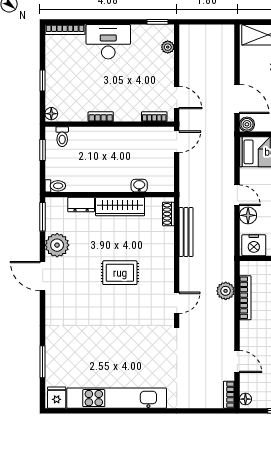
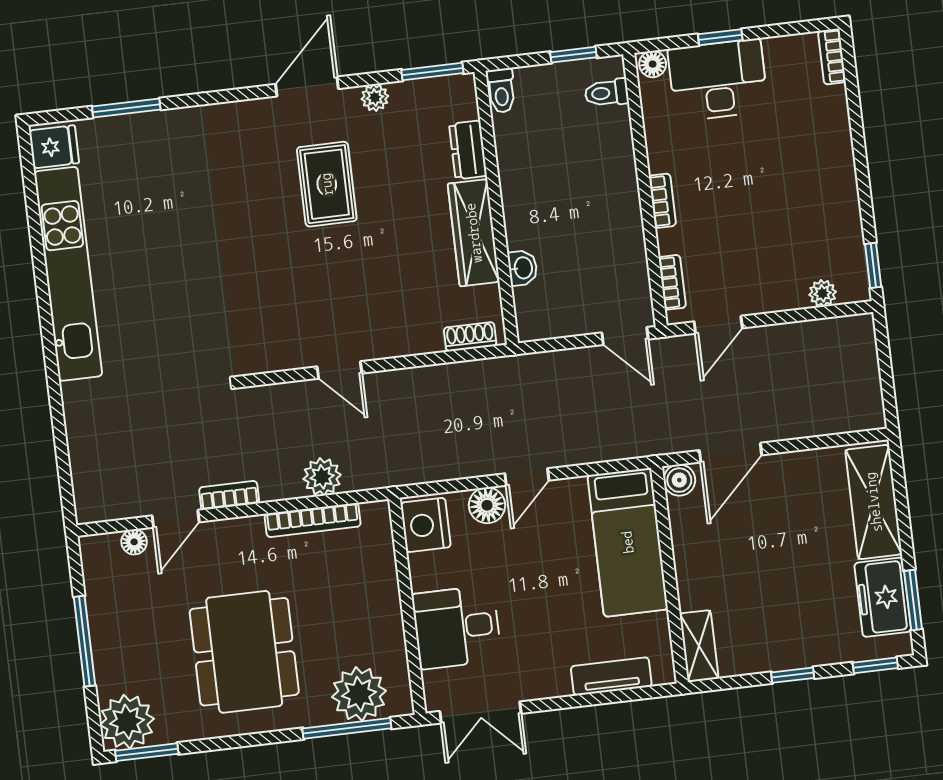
bookcase: (65, 29) -> (832, 57), width x0.64
desk: (108, 42) -> (718, 80), moved, turned -90
bookcase: (101, 117) -> (662, 201), moved
bench: (186, 232) -> (436, 379), removed
plant: (57, 245) -> (375, 98), width x0.53, depth x0.53
rug: (120, 273) -> (327, 184), moved
door: (177, 303) -> (339, 370), moved
bookcase: (229, 395) -> (229, 495), moved
floor lamp: (245, 399) -> (134, 542), moved

